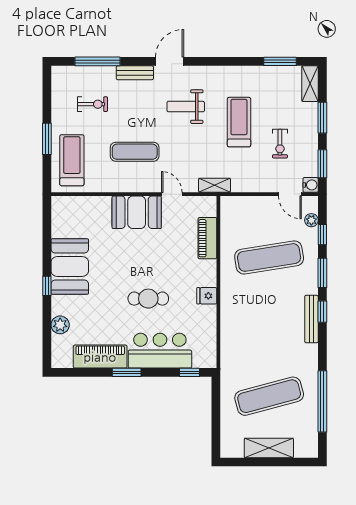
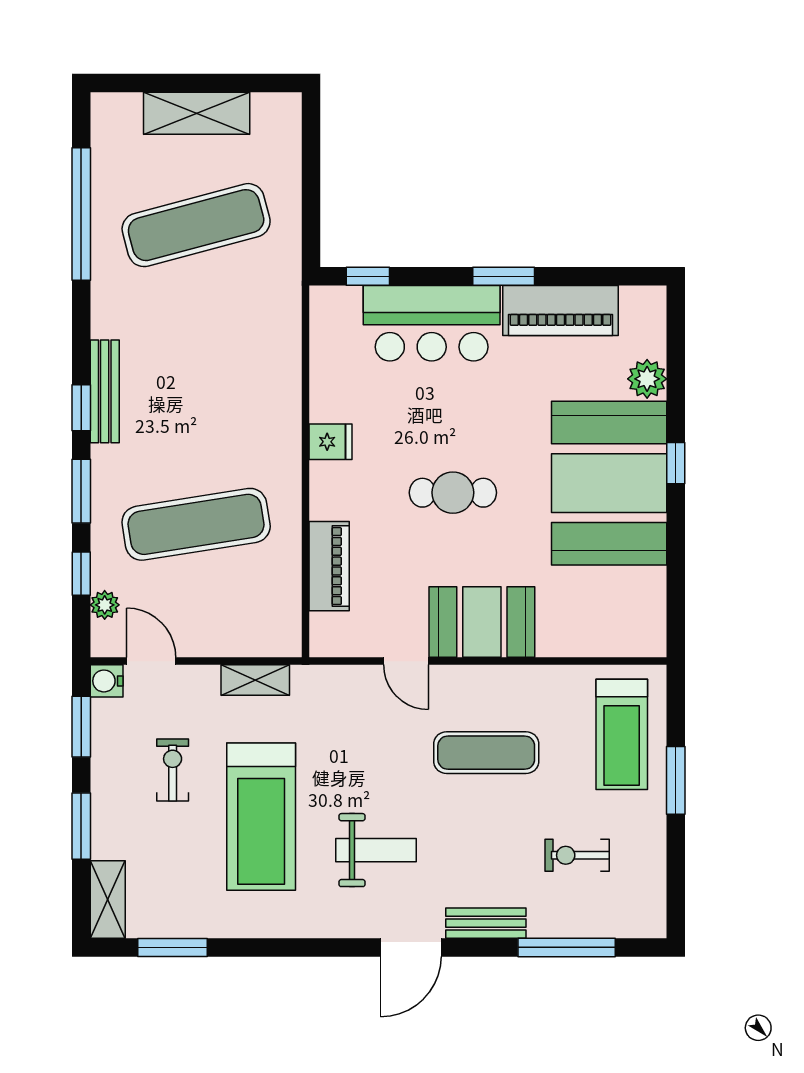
treadmill: (239, 122) -> (261, 817), width x1.37, depth x1.38
shelving: (215, 185) -> (255, 680), moved
booth: (70, 267) -> (609, 483), width x1.36, depth x1.42
cafe table: (148, 299) -> (453, 493), moved

